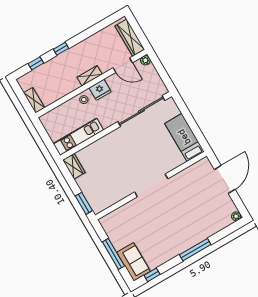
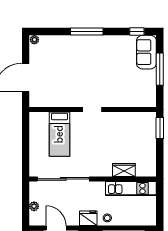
plant: (145, 60) -> (34, 206), moved
bed: (184, 137) -> (59, 134), moved
wardrobe: (74, 166) -> (124, 170), moved, turned 90
doorway: (151, 185) -> (92, 109), width x0.53

